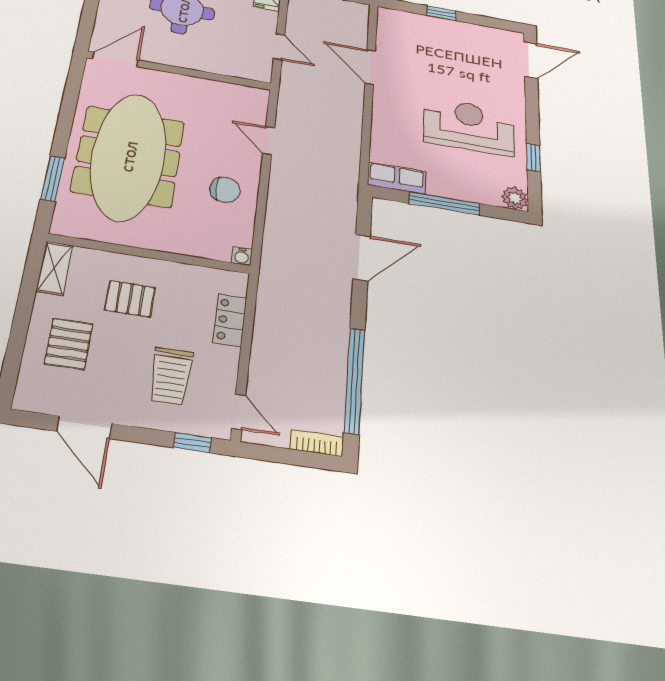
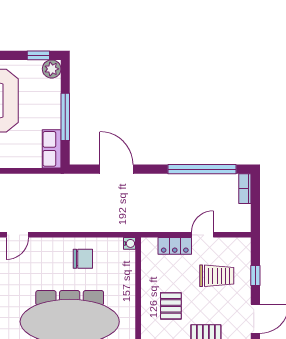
door: (269, 141) -> (17, 235), moved
window: (534, 158) -> (38, 55), moved
chair: (225, 190) -> (83, 259), turned 90
door: (239, 412) -> (202, 235), moved
window: (192, 443) -> (255, 276), moved

